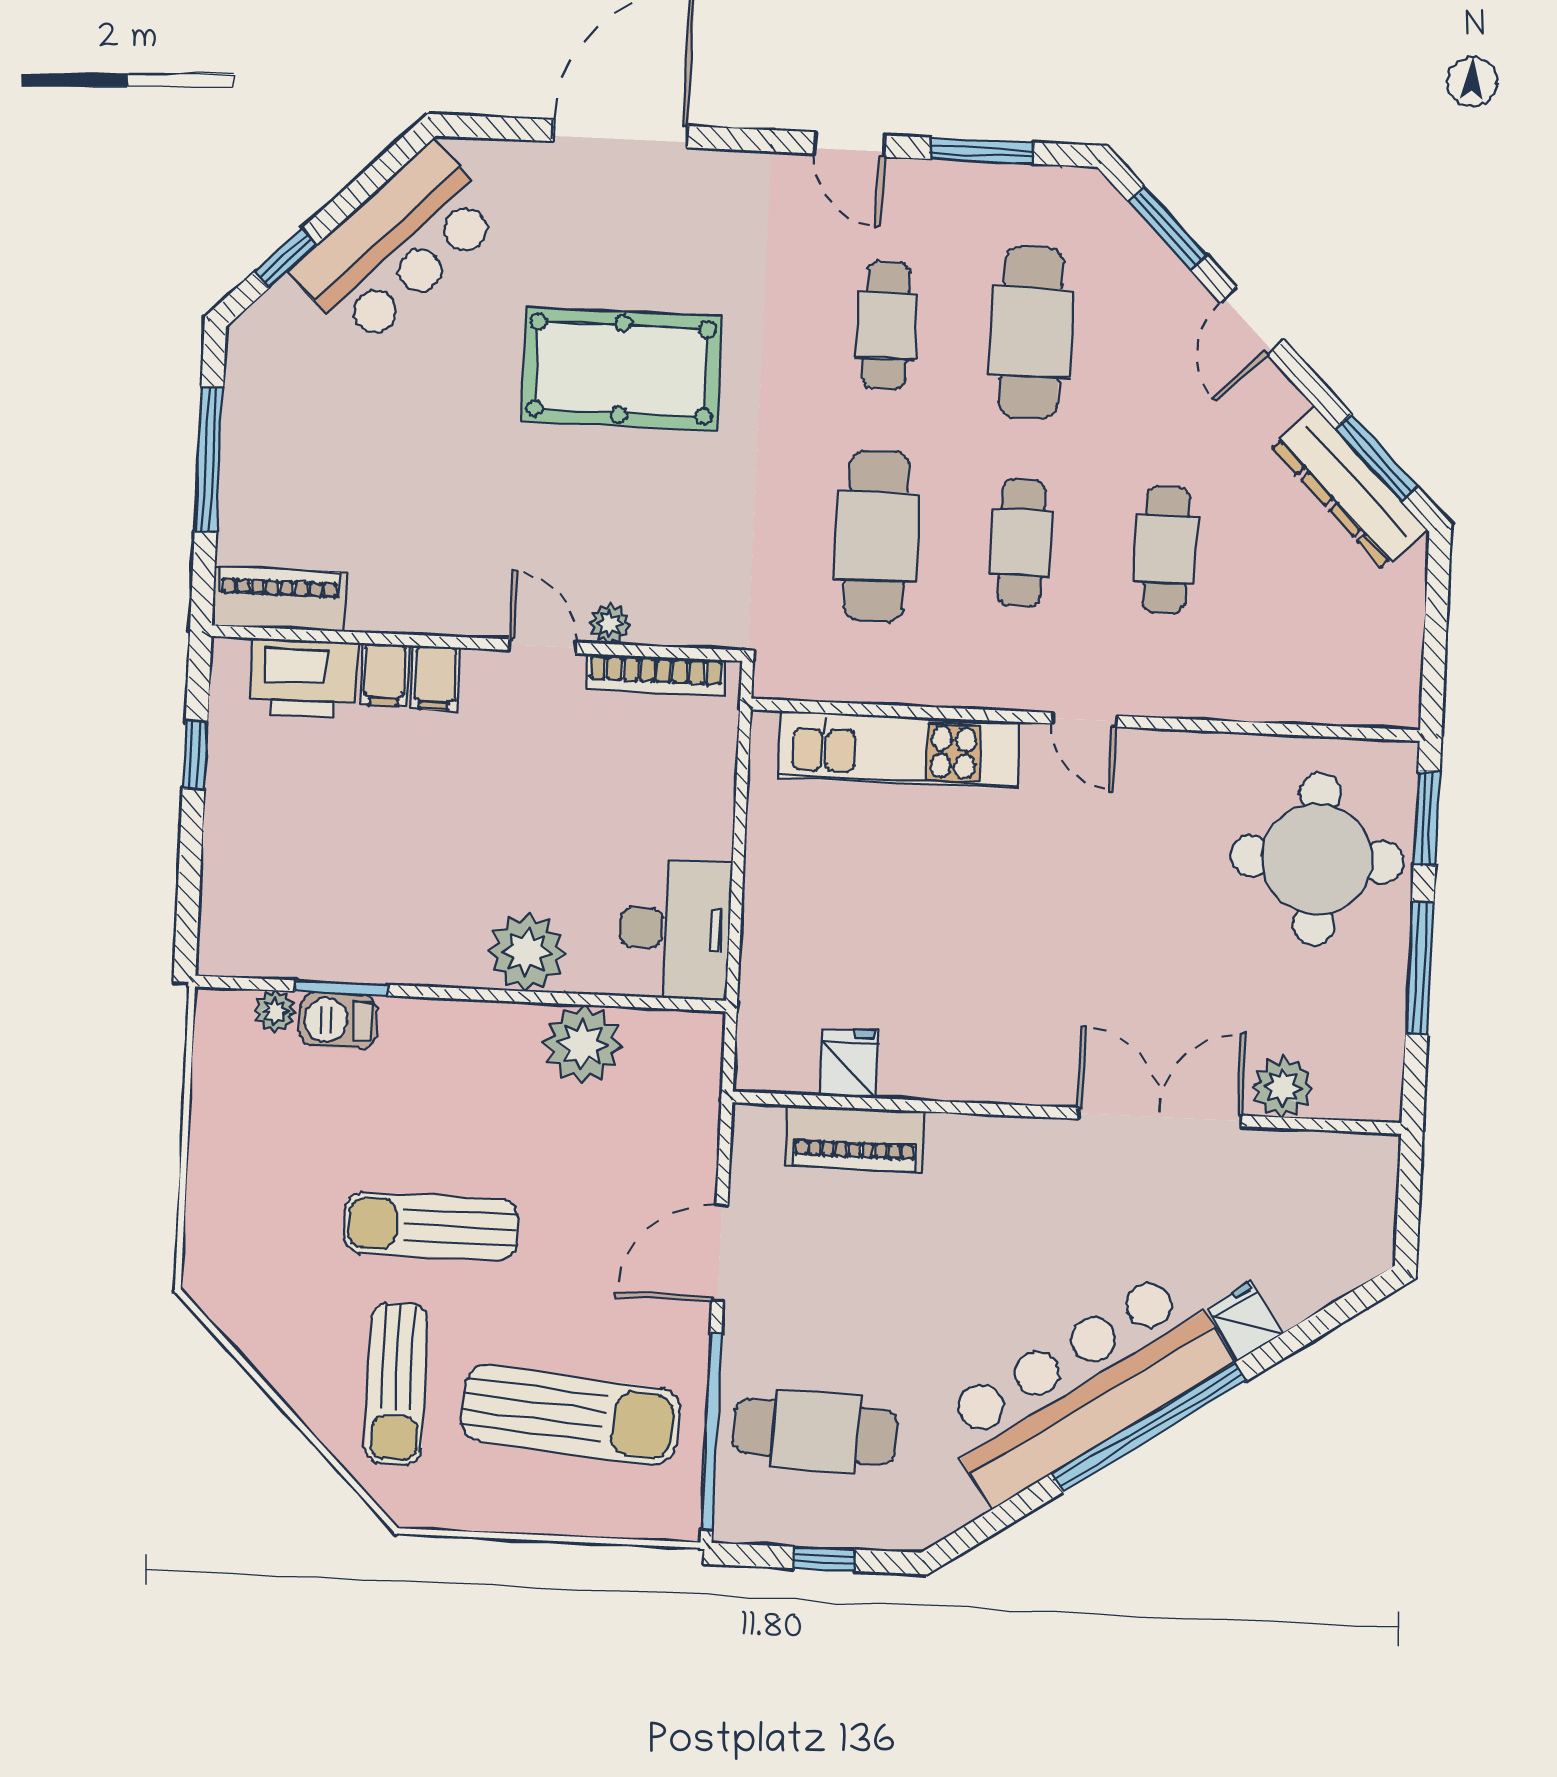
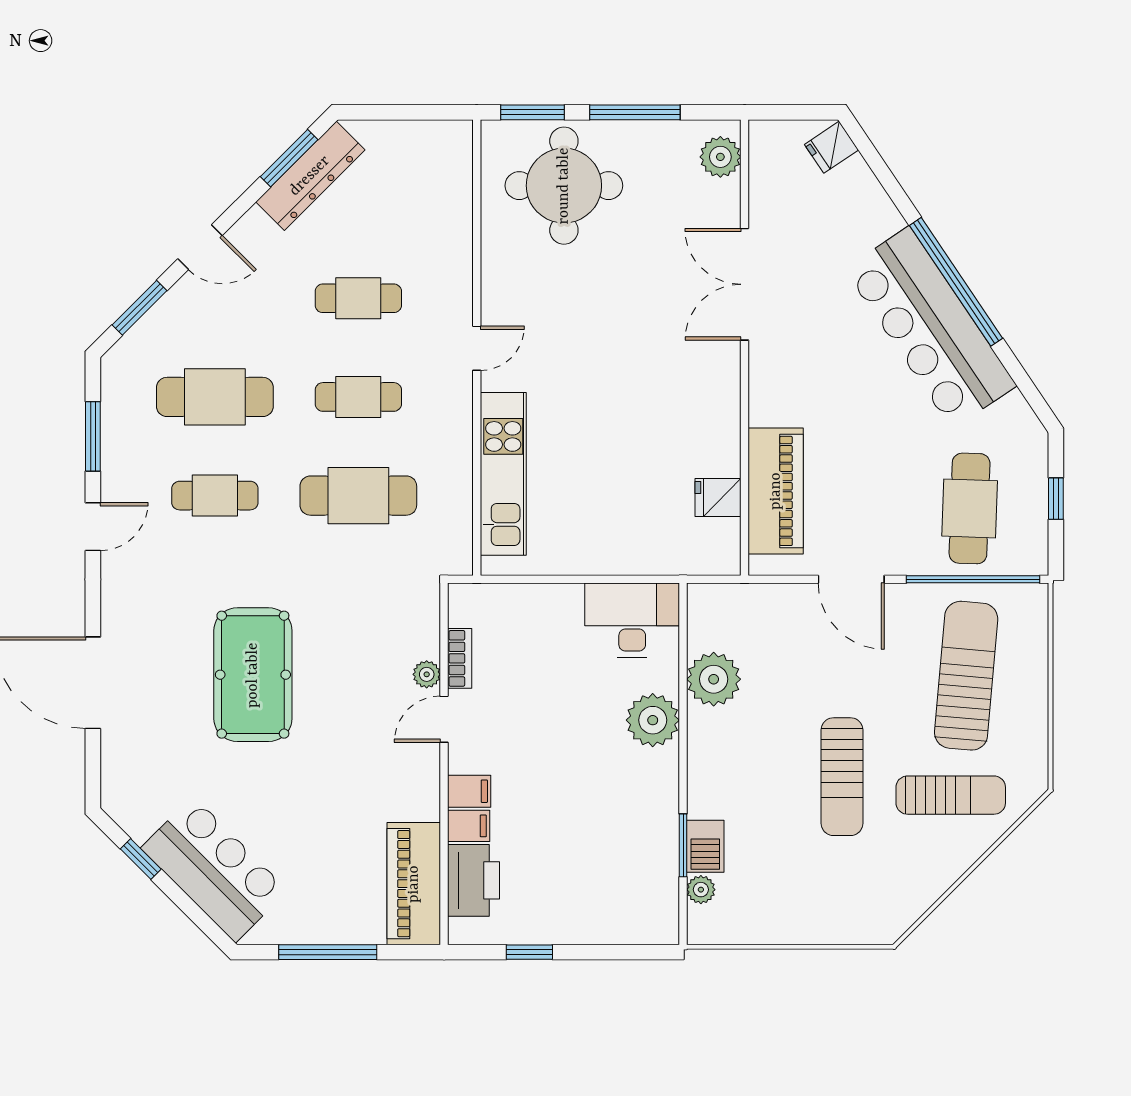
bar counter: (397, 245) -> (214, 869), moved
window: (285, 258) -> (141, 859), moved
piano: (279, 599) -> (414, 884), width x1.37, depth x1.33
bookcase: (656, 675) -> (460, 658), width x0.64
plant: (1282, 1087) -> (720, 157), moved
piano: (855, 1138) -> (776, 491), width x1.37, depth x1.33
fridge: (1245, 1321) -> (831, 147), moved

